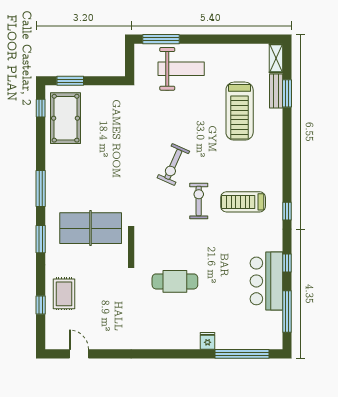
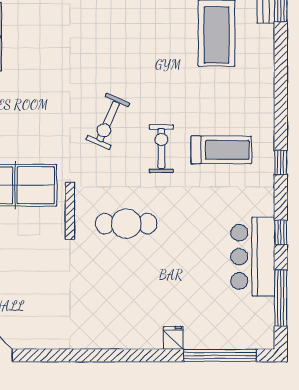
exercise bike: (173, 164) -> (108, 121), moved
treadmill: (243, 202) -> (221, 150), turned 180
cafe table: (175, 281) -> (126, 224), moved

